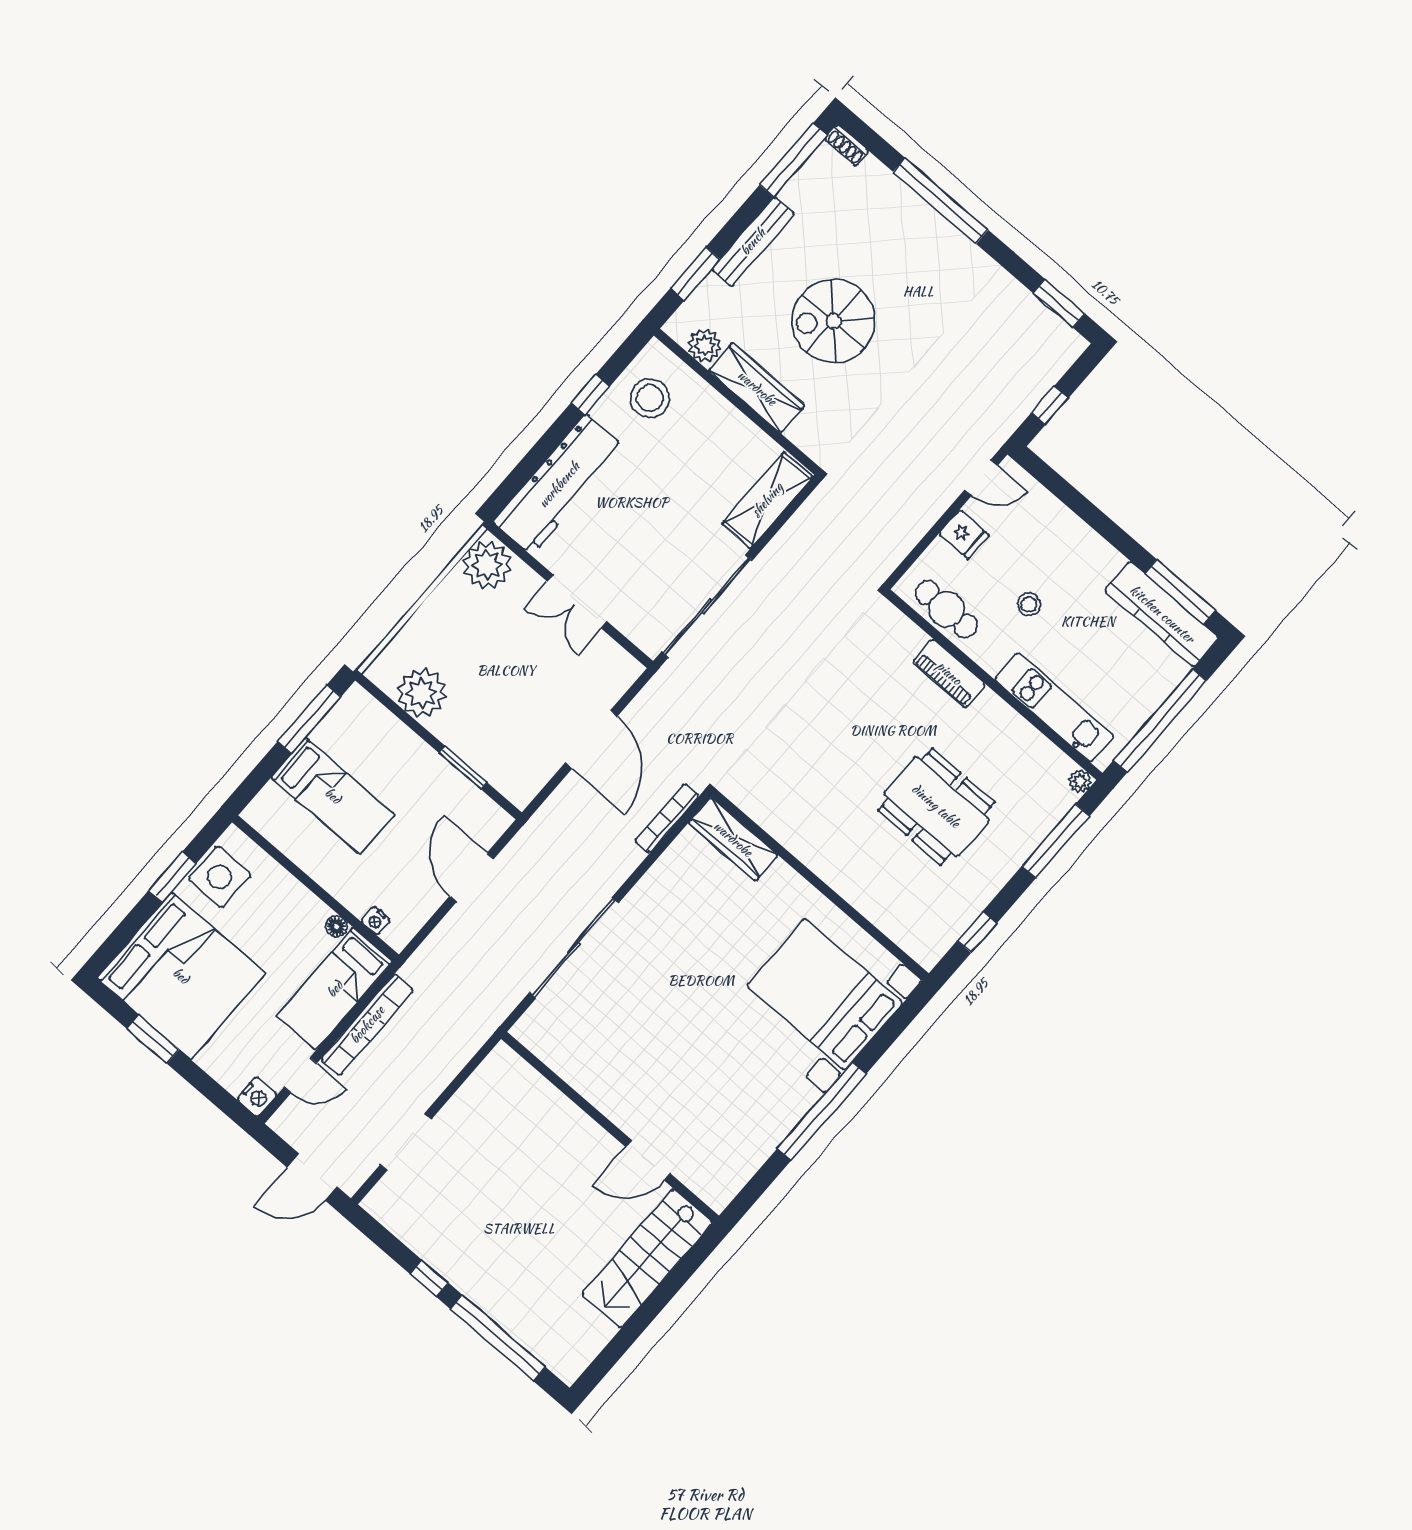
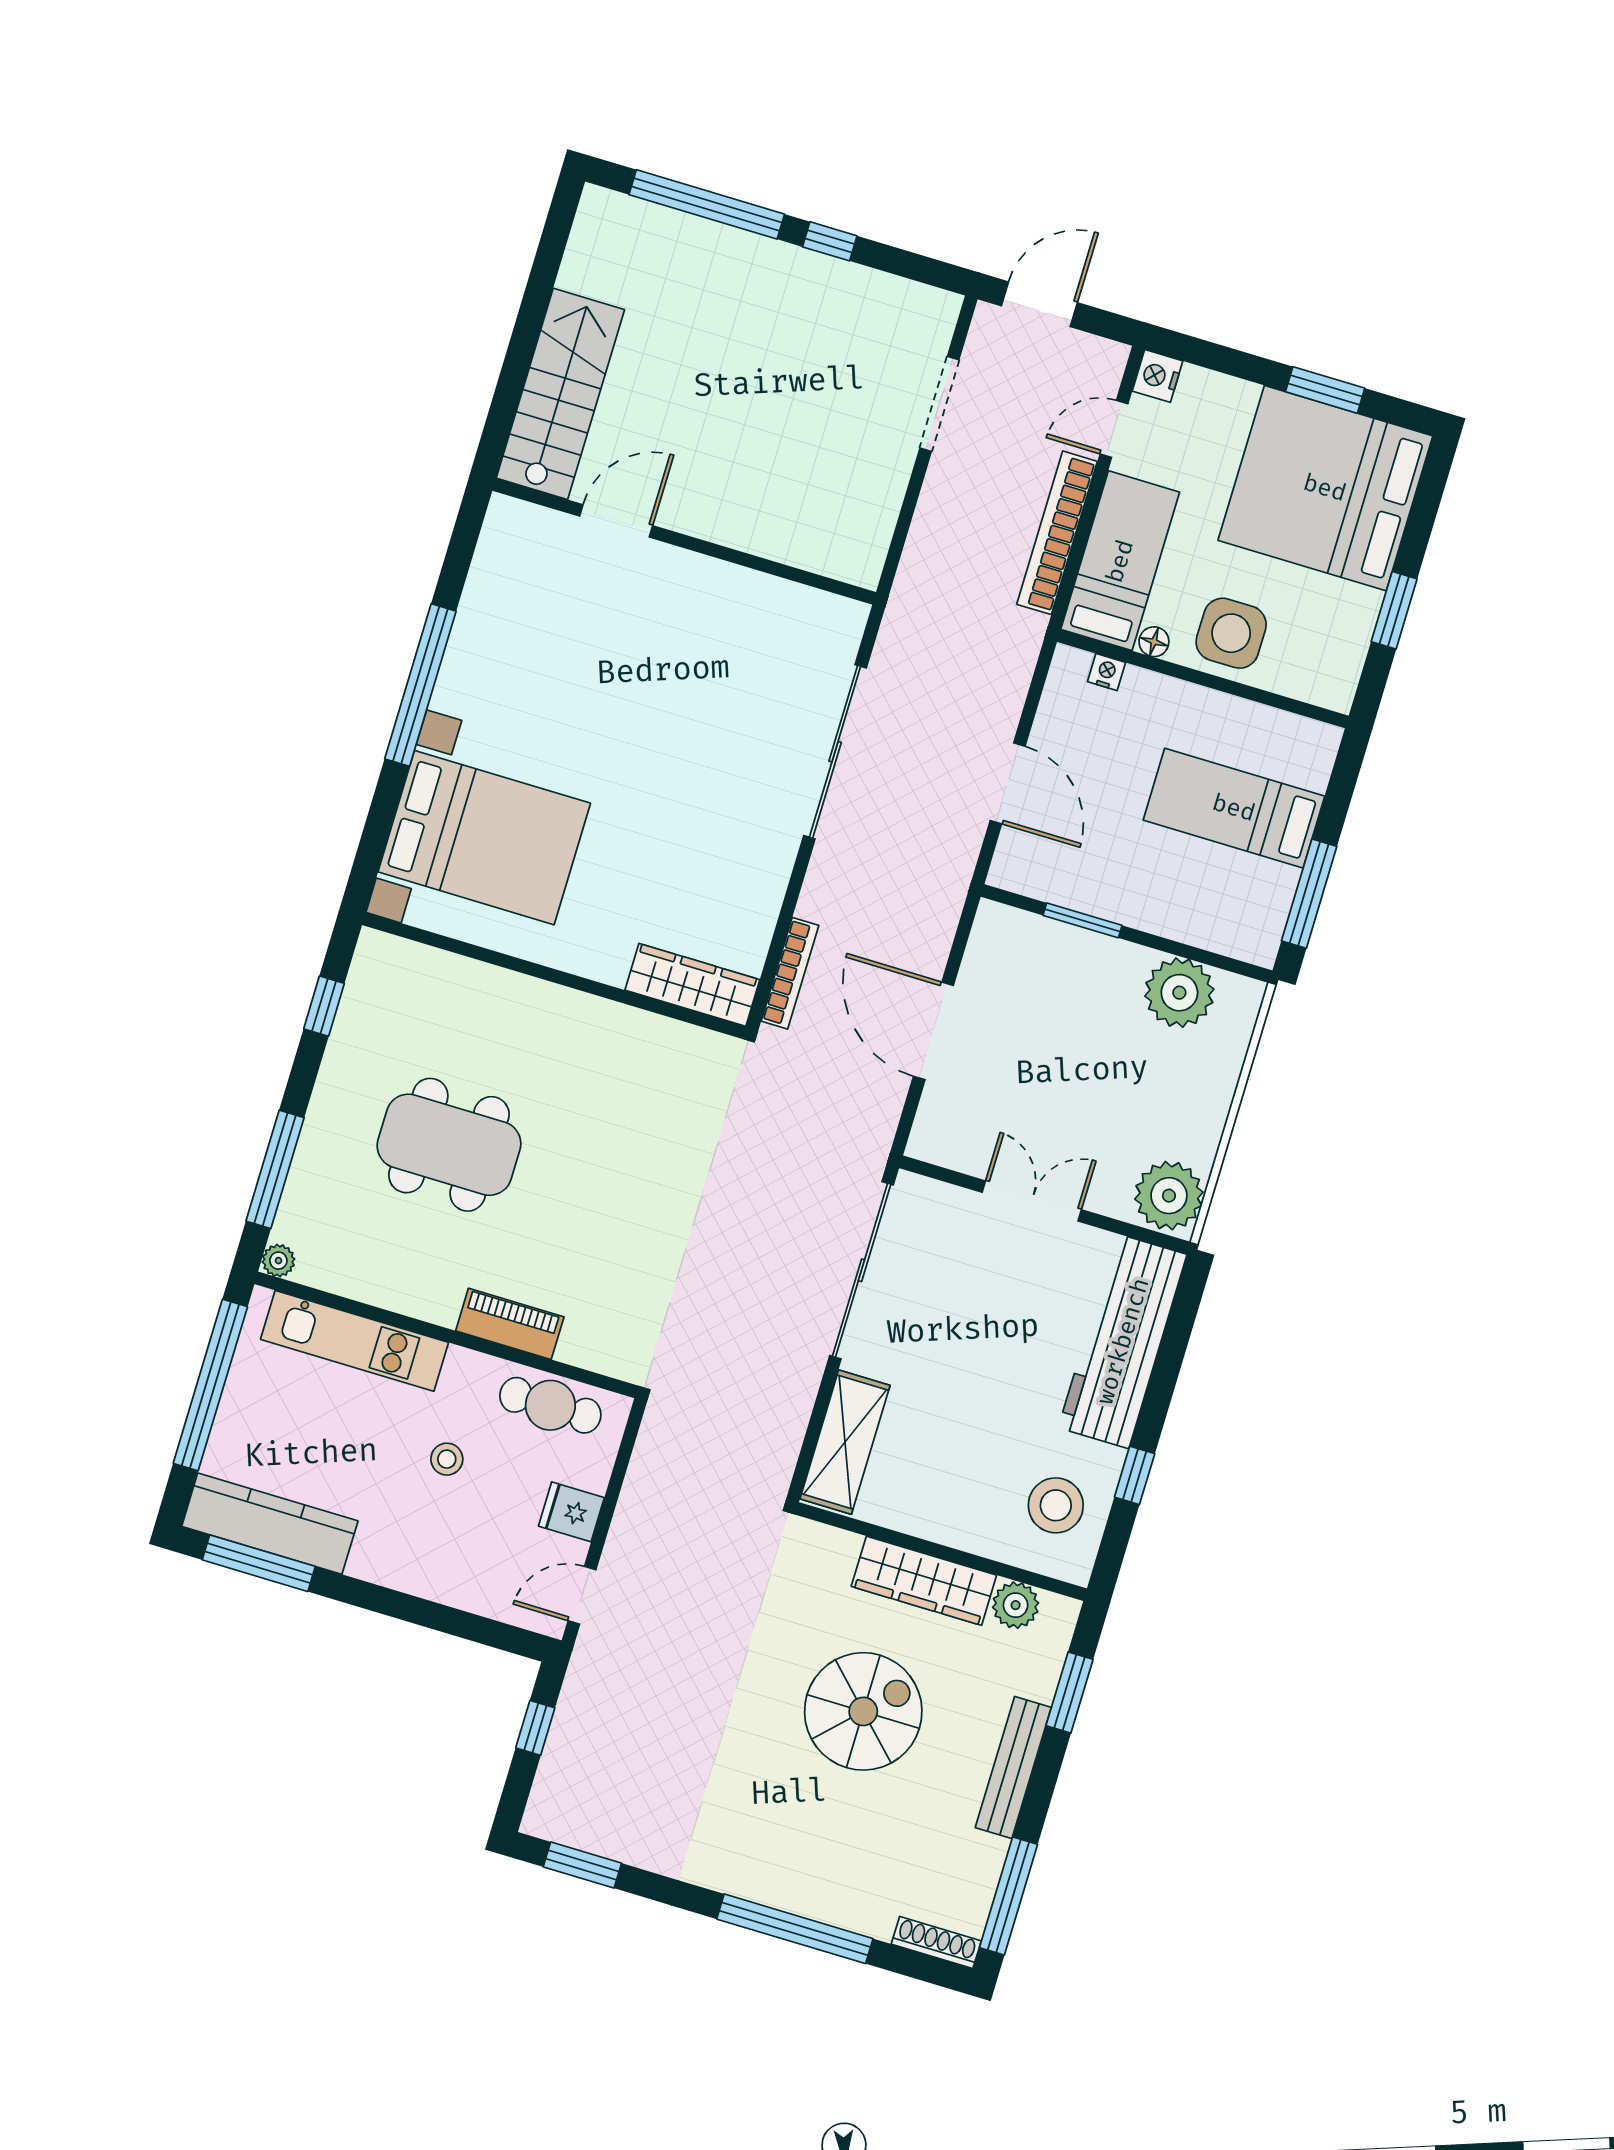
shoe rack: (847, 145) -> (936, 1942), width x1.43
side table: (220, 877) -> (1231, 633), moved

